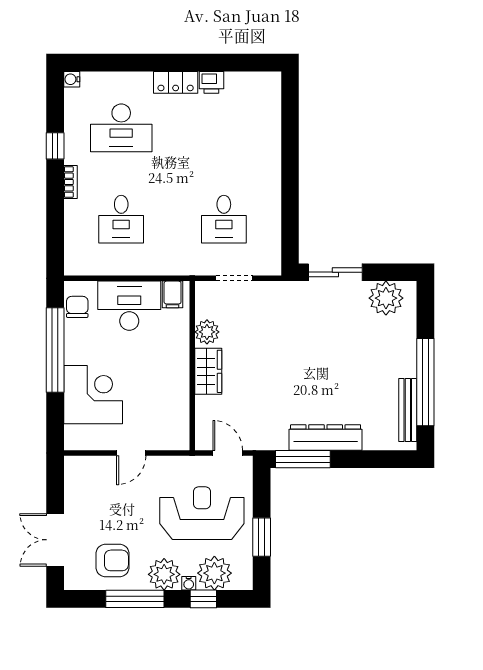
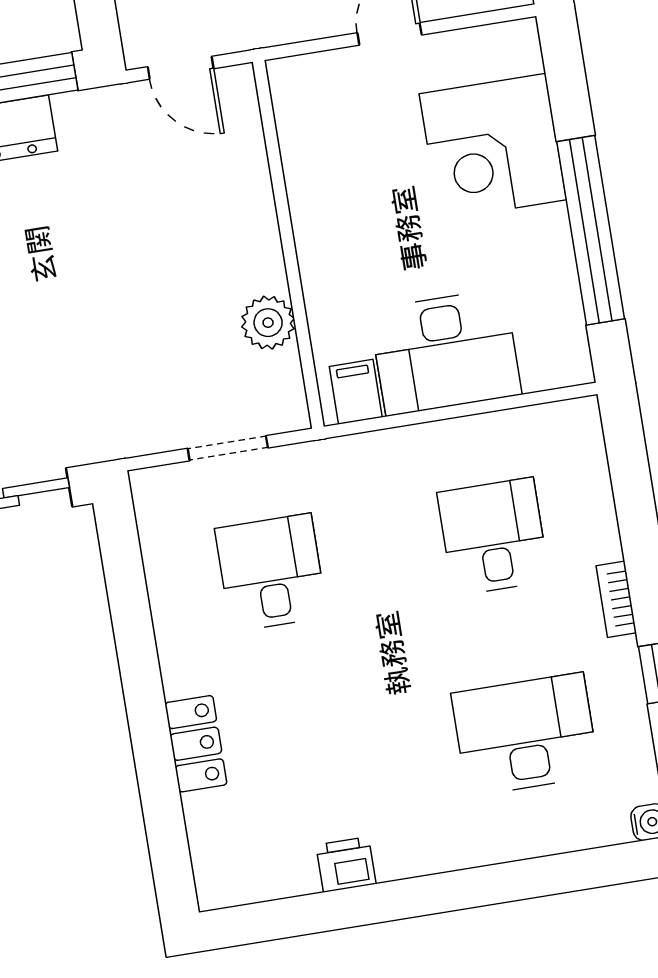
locker: (176, 82) -> (196, 744), moved, turned 90
chair: (77, 307) -> (558, 331), removed
wardrobe: (208, 371) -> (252, 238), removed

